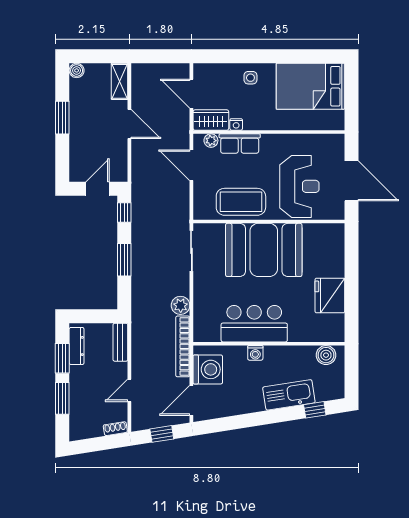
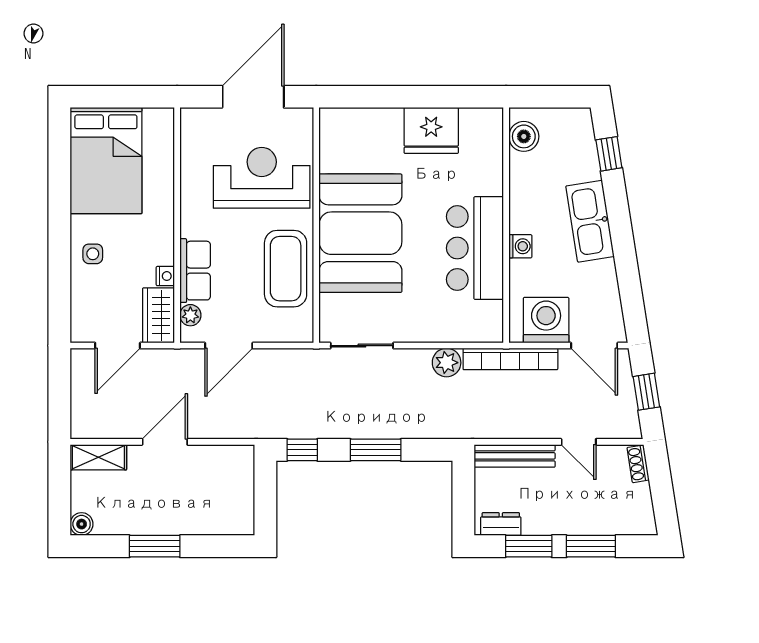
door: (98, 189) -> (265, 492), removed
bench: (120, 342) -> (515, 456), width x1.36
dresser: (77, 346) -> (501, 524), width x0.70
kitchen sink: (289, 395) -> (590, 221), moved

